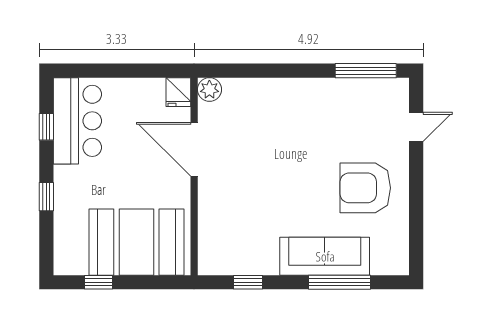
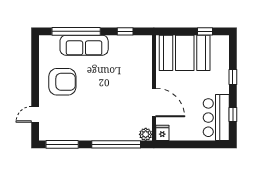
window: (265, 71) -> (116, 144), added
window: (340, 282) -> (76, 31), width x1.46

